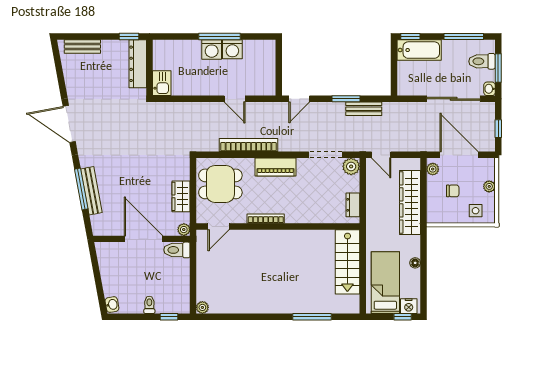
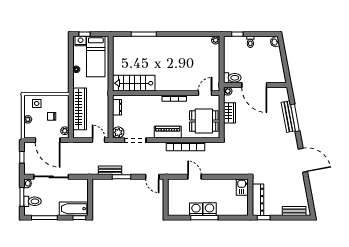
door: (299, 99) -> (152, 177), swing flipped
stairs: (347, 262) -> (134, 83), moved, turned -90

